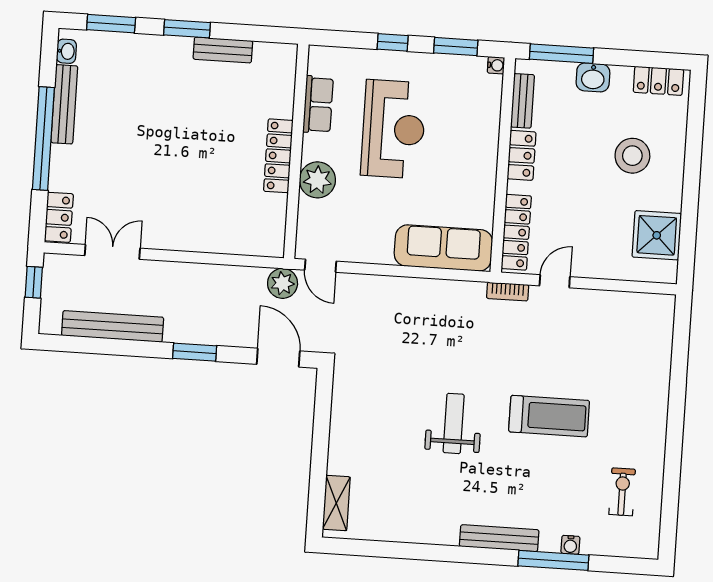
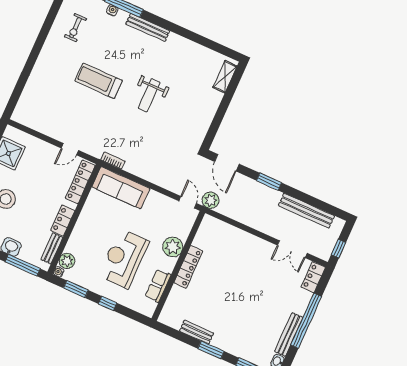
plant: (489, 89) -> (67, 261), added
bookcase: (508, 292) -> (113, 160), moved

